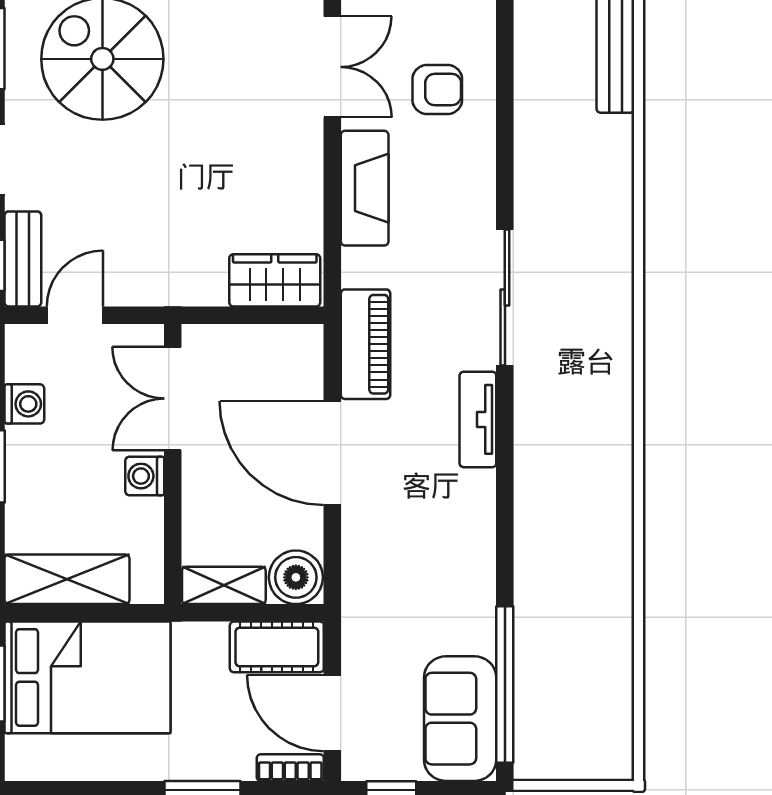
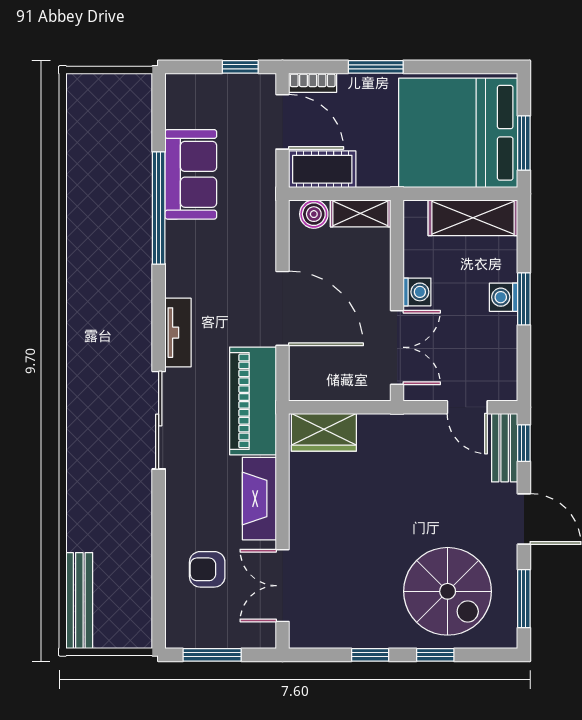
door: (75, 315) -> (467, 407), hinge flipped
piano: (366, 344) -> (253, 401), width x1.37, depth x1.33
washing machine: (24, 404) -> (504, 297), moved
boiler: (296, 577) -> (314, 214), width x0.73, depth x0.73
bed: (88, 677) -> (458, 133), width x1.36
window: (505, 685) -> (159, 208), moved
sofa: (460, 719) -> (191, 174), moved

